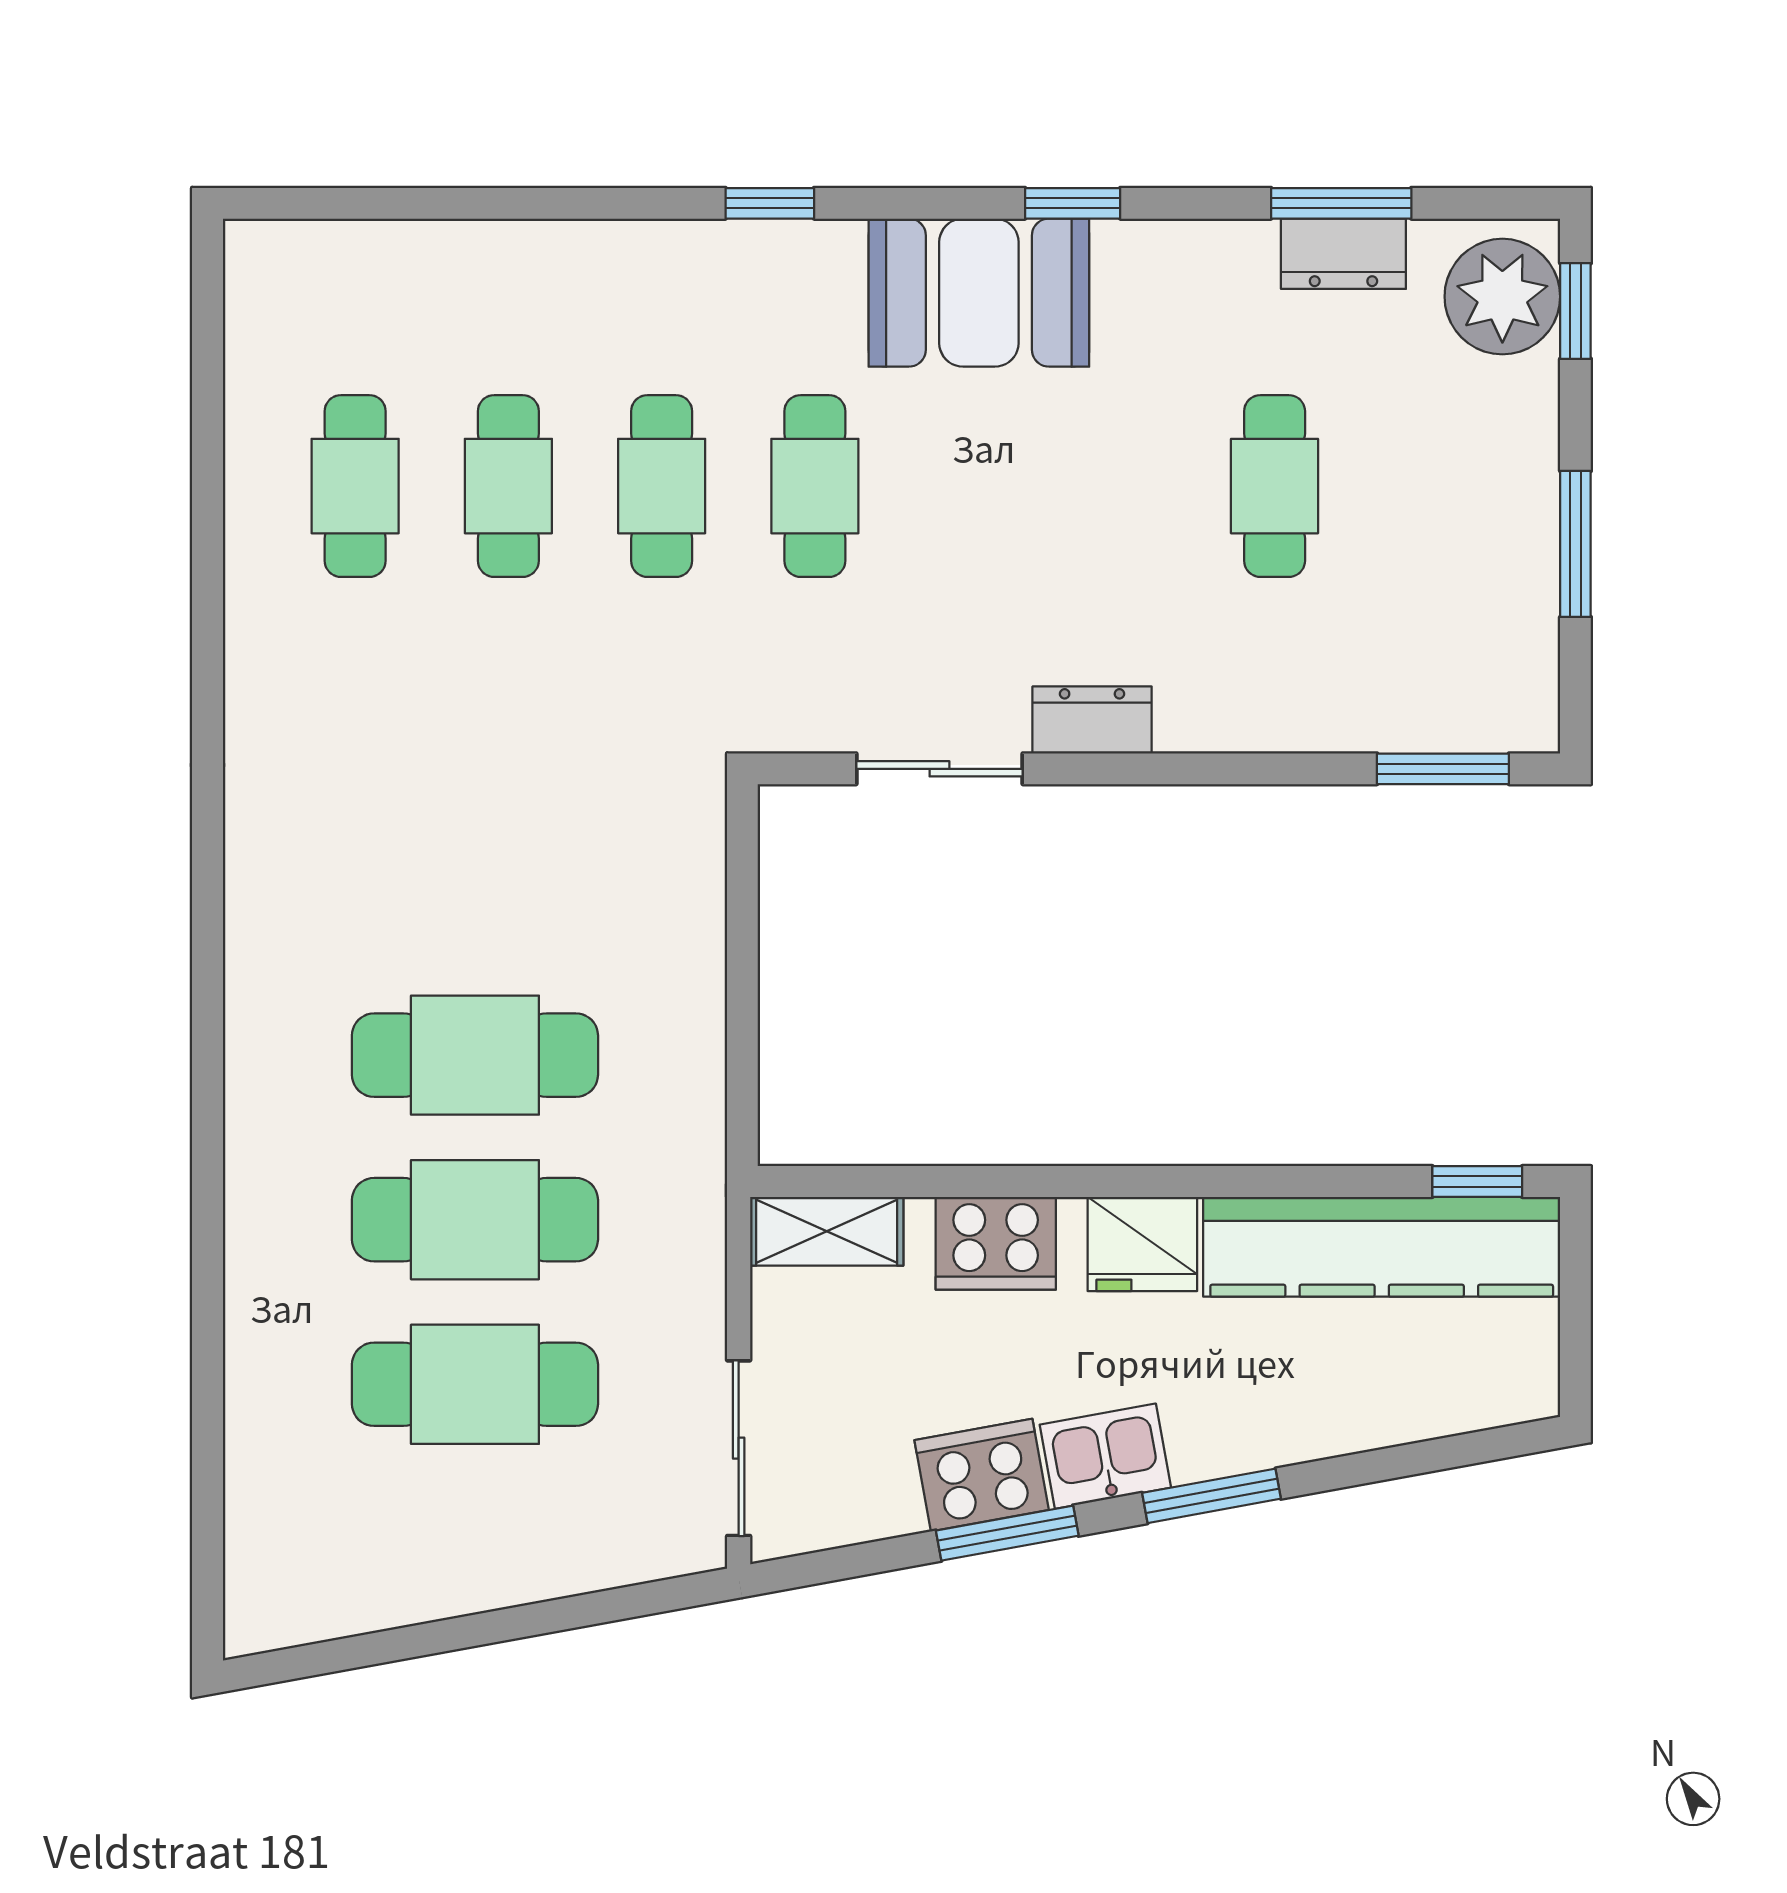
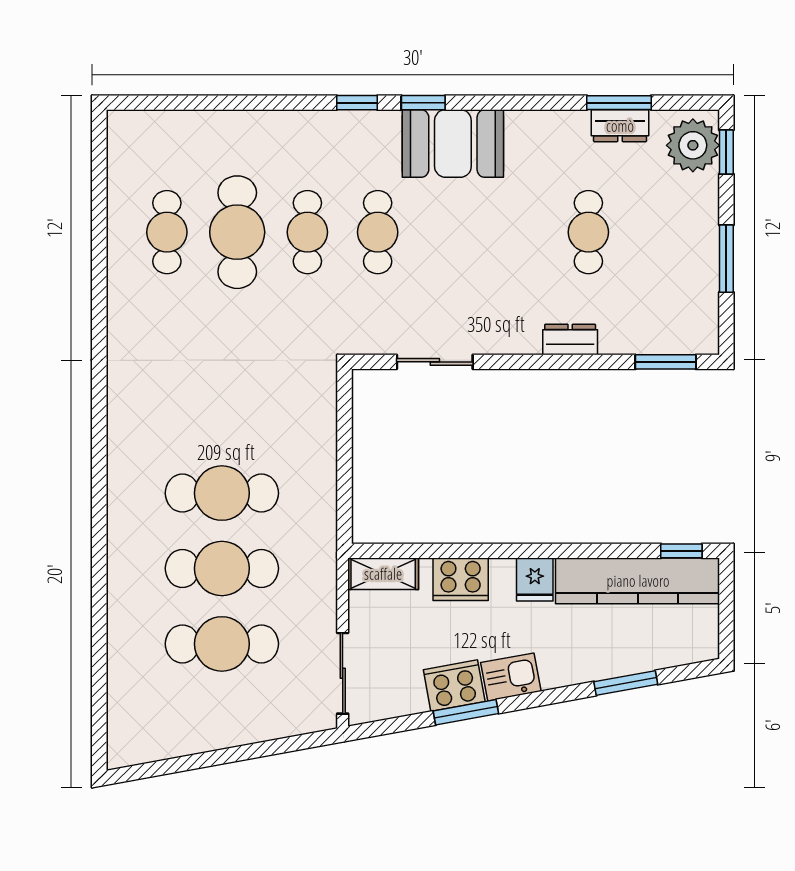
window: (1073, 203) -> (423, 103), moved
cafe table: (508, 486) -> (237, 232), width x1.37, depth x1.35
dresser: (1092, 720) -> (570, 339), moved
fridge: (1142, 1244) -> (535, 580), width x0.72
window: (1212, 1496) -> (626, 683), moved

